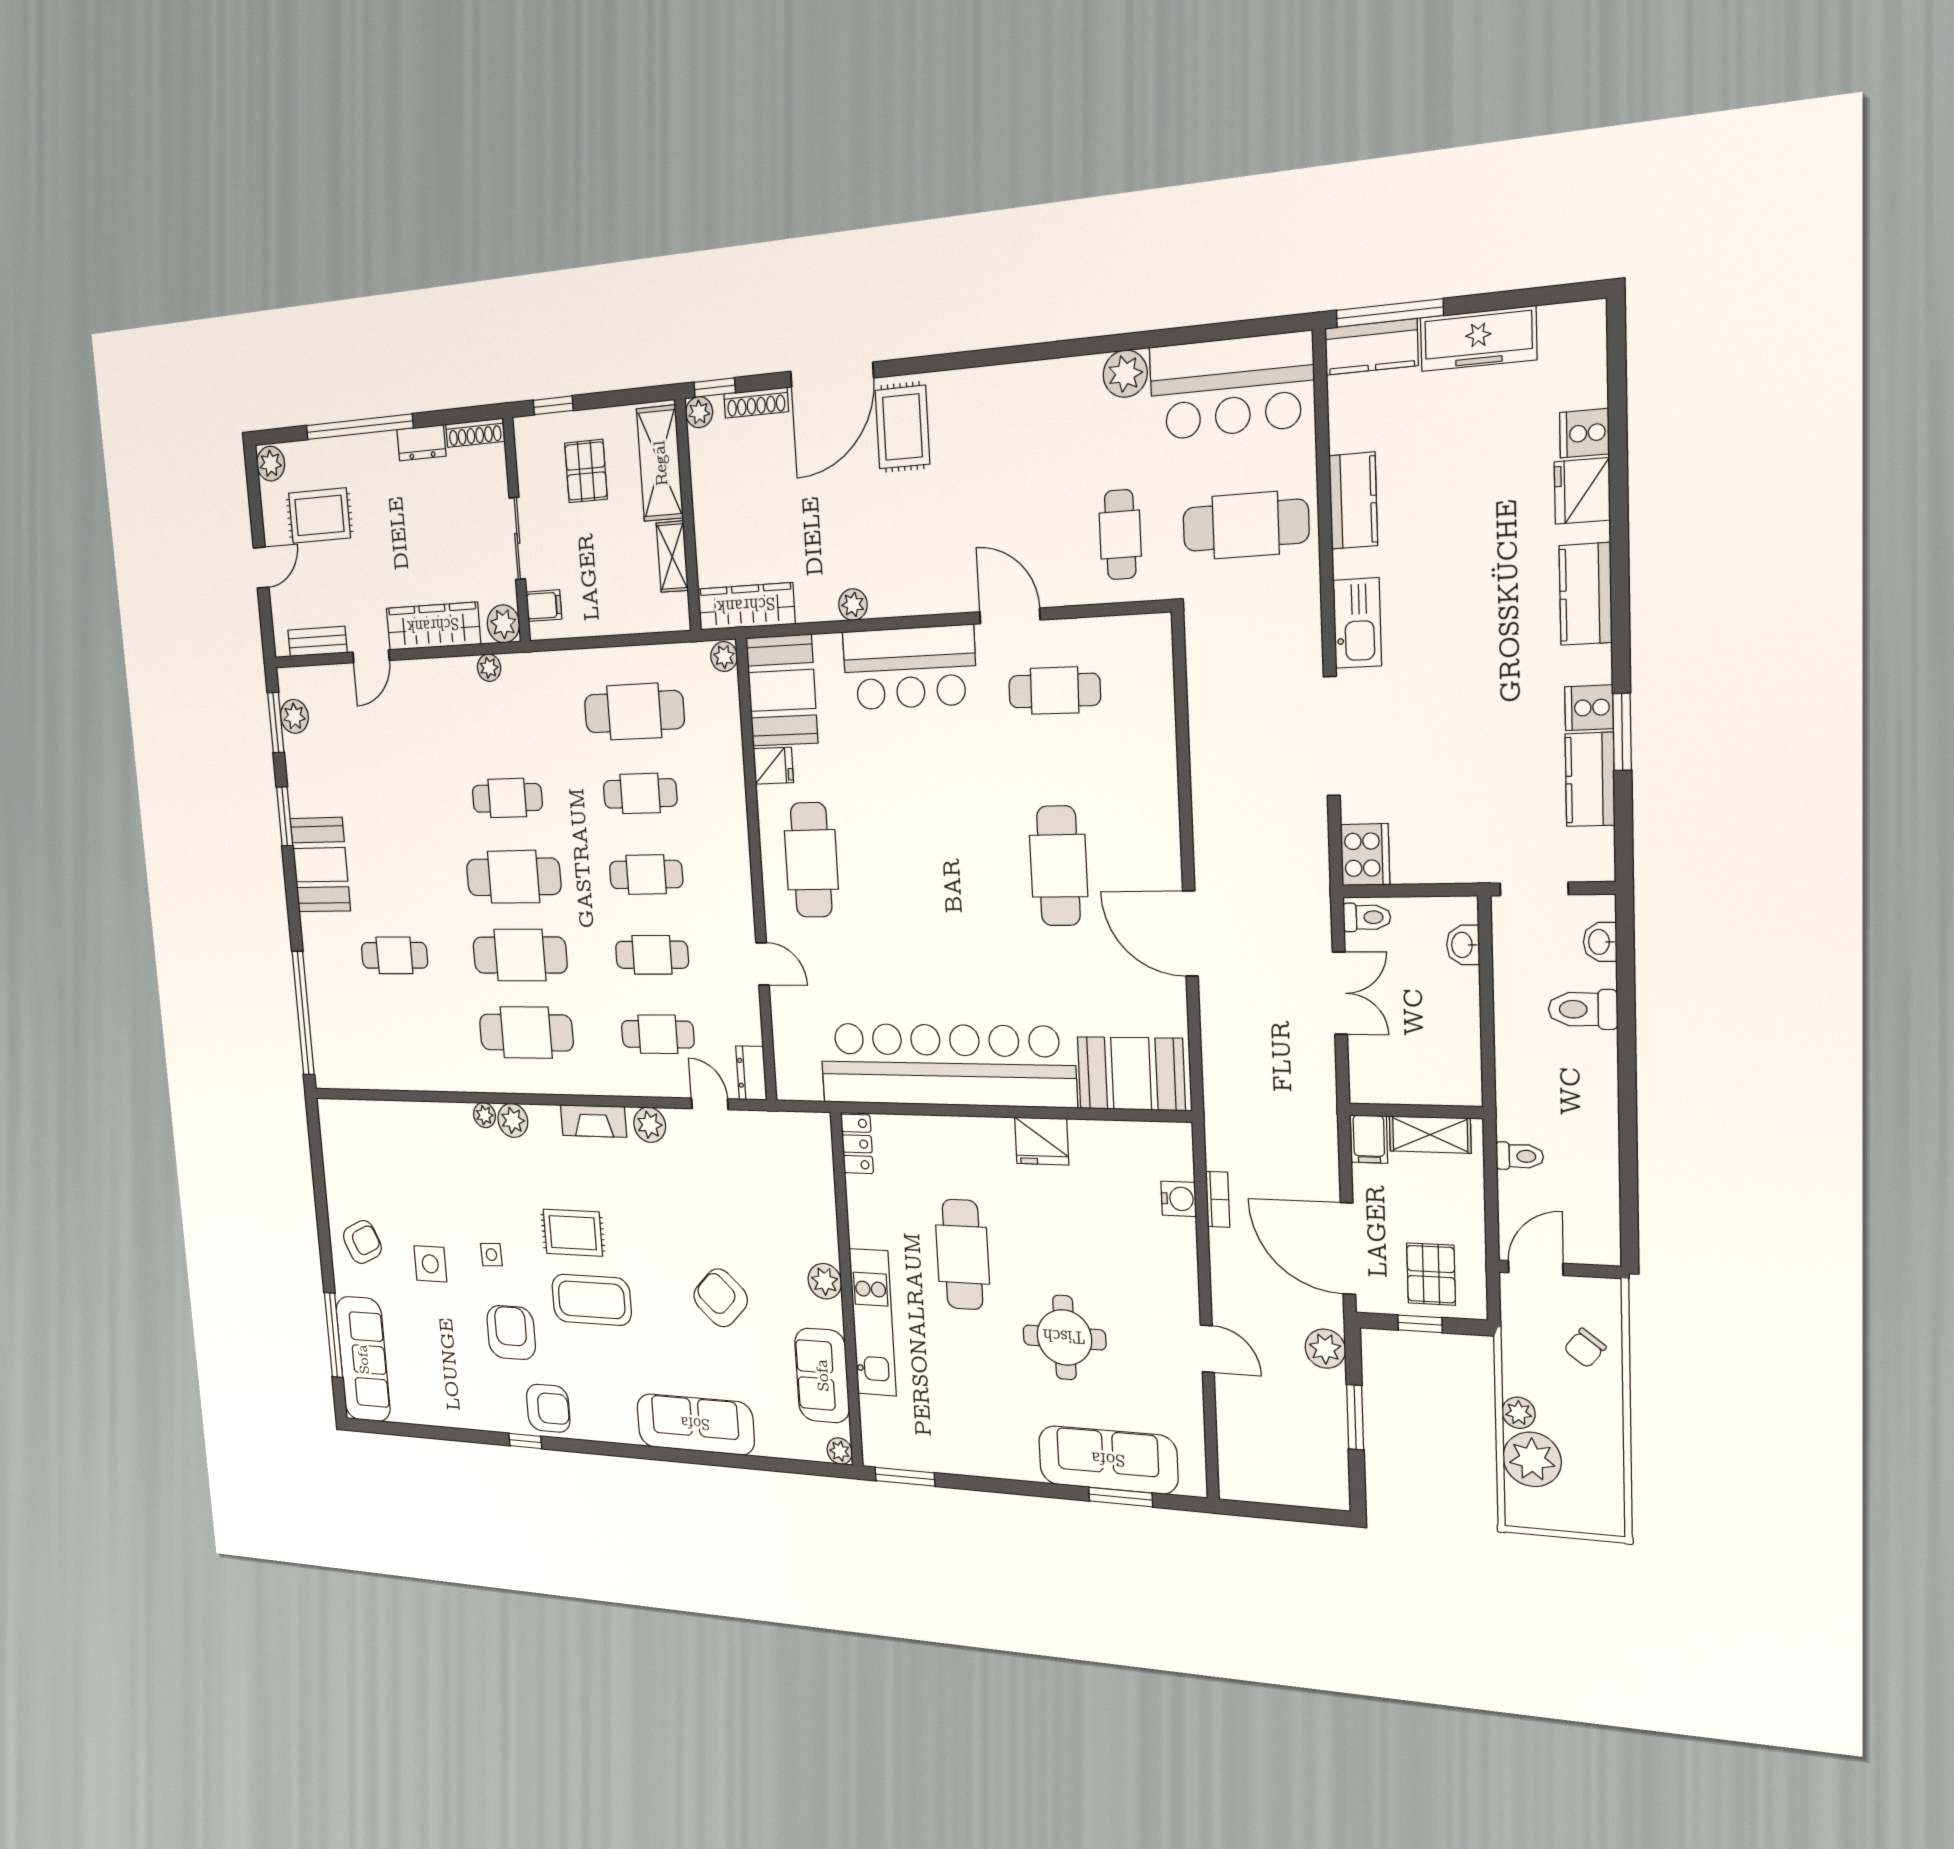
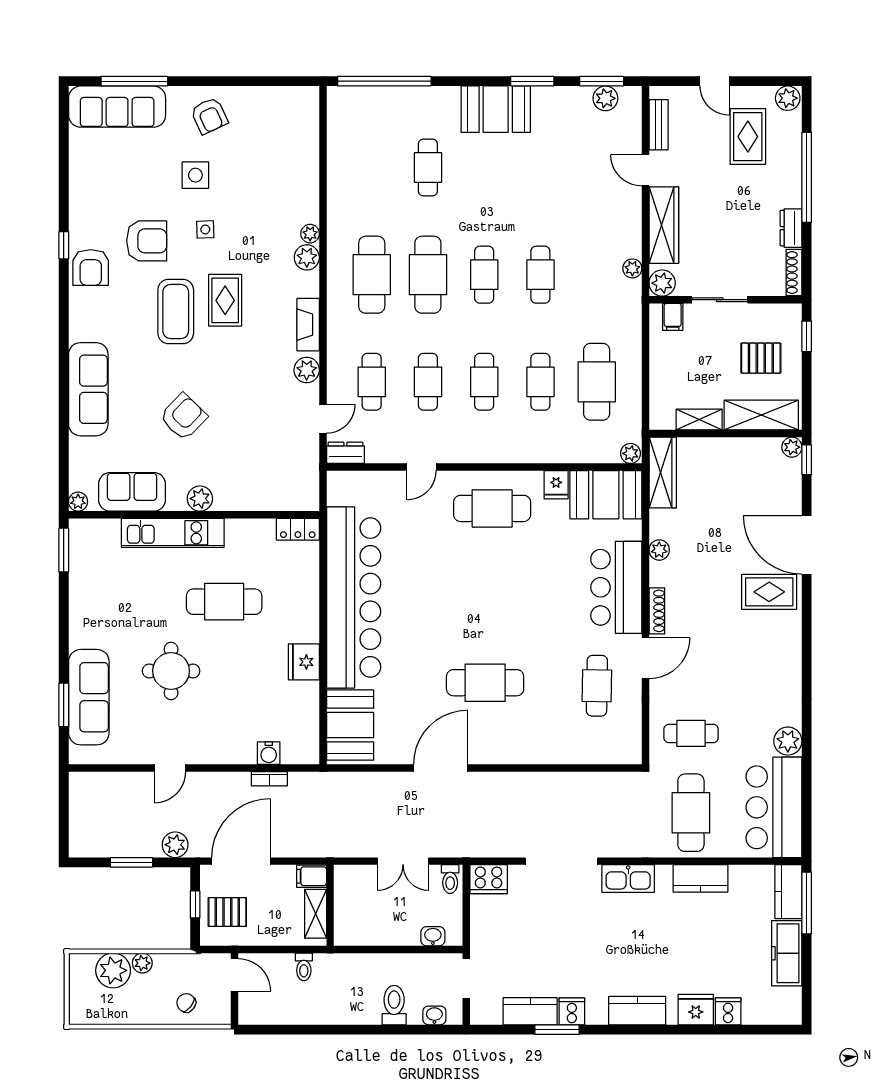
shoe rack: (756, 403) -> (657, 611), moved, turned 180
cafe table: (514, 877) -> (484, 275), width x0.73, depth x0.74

